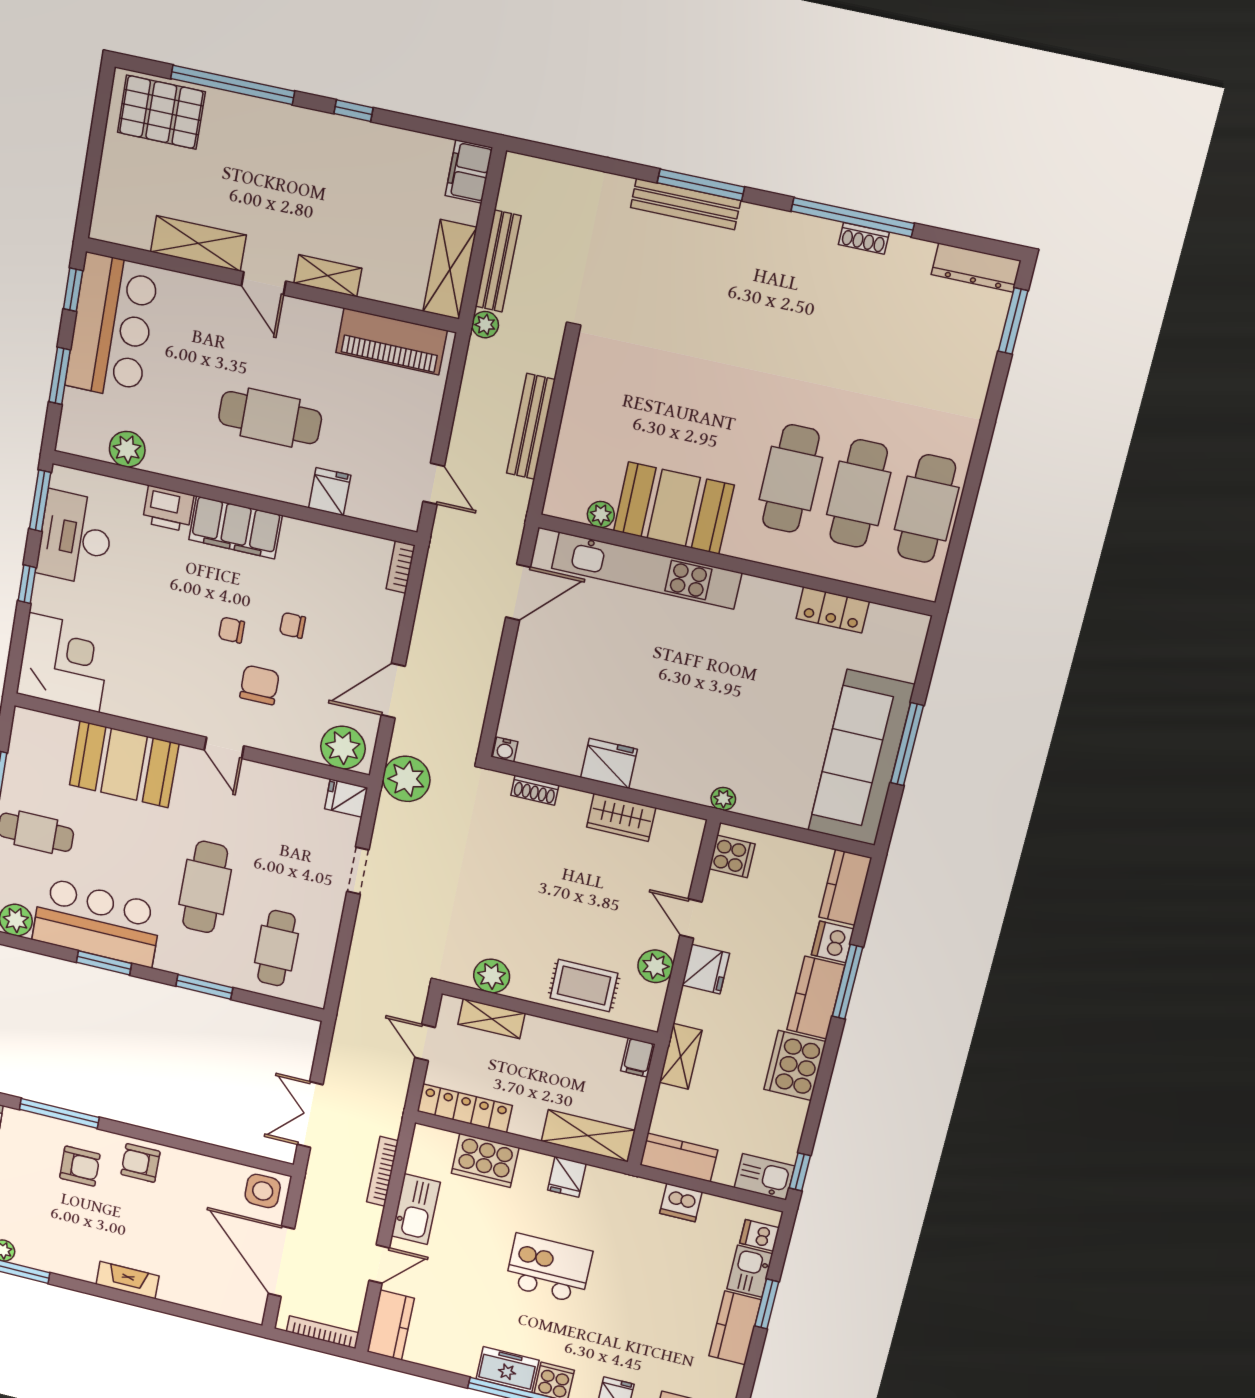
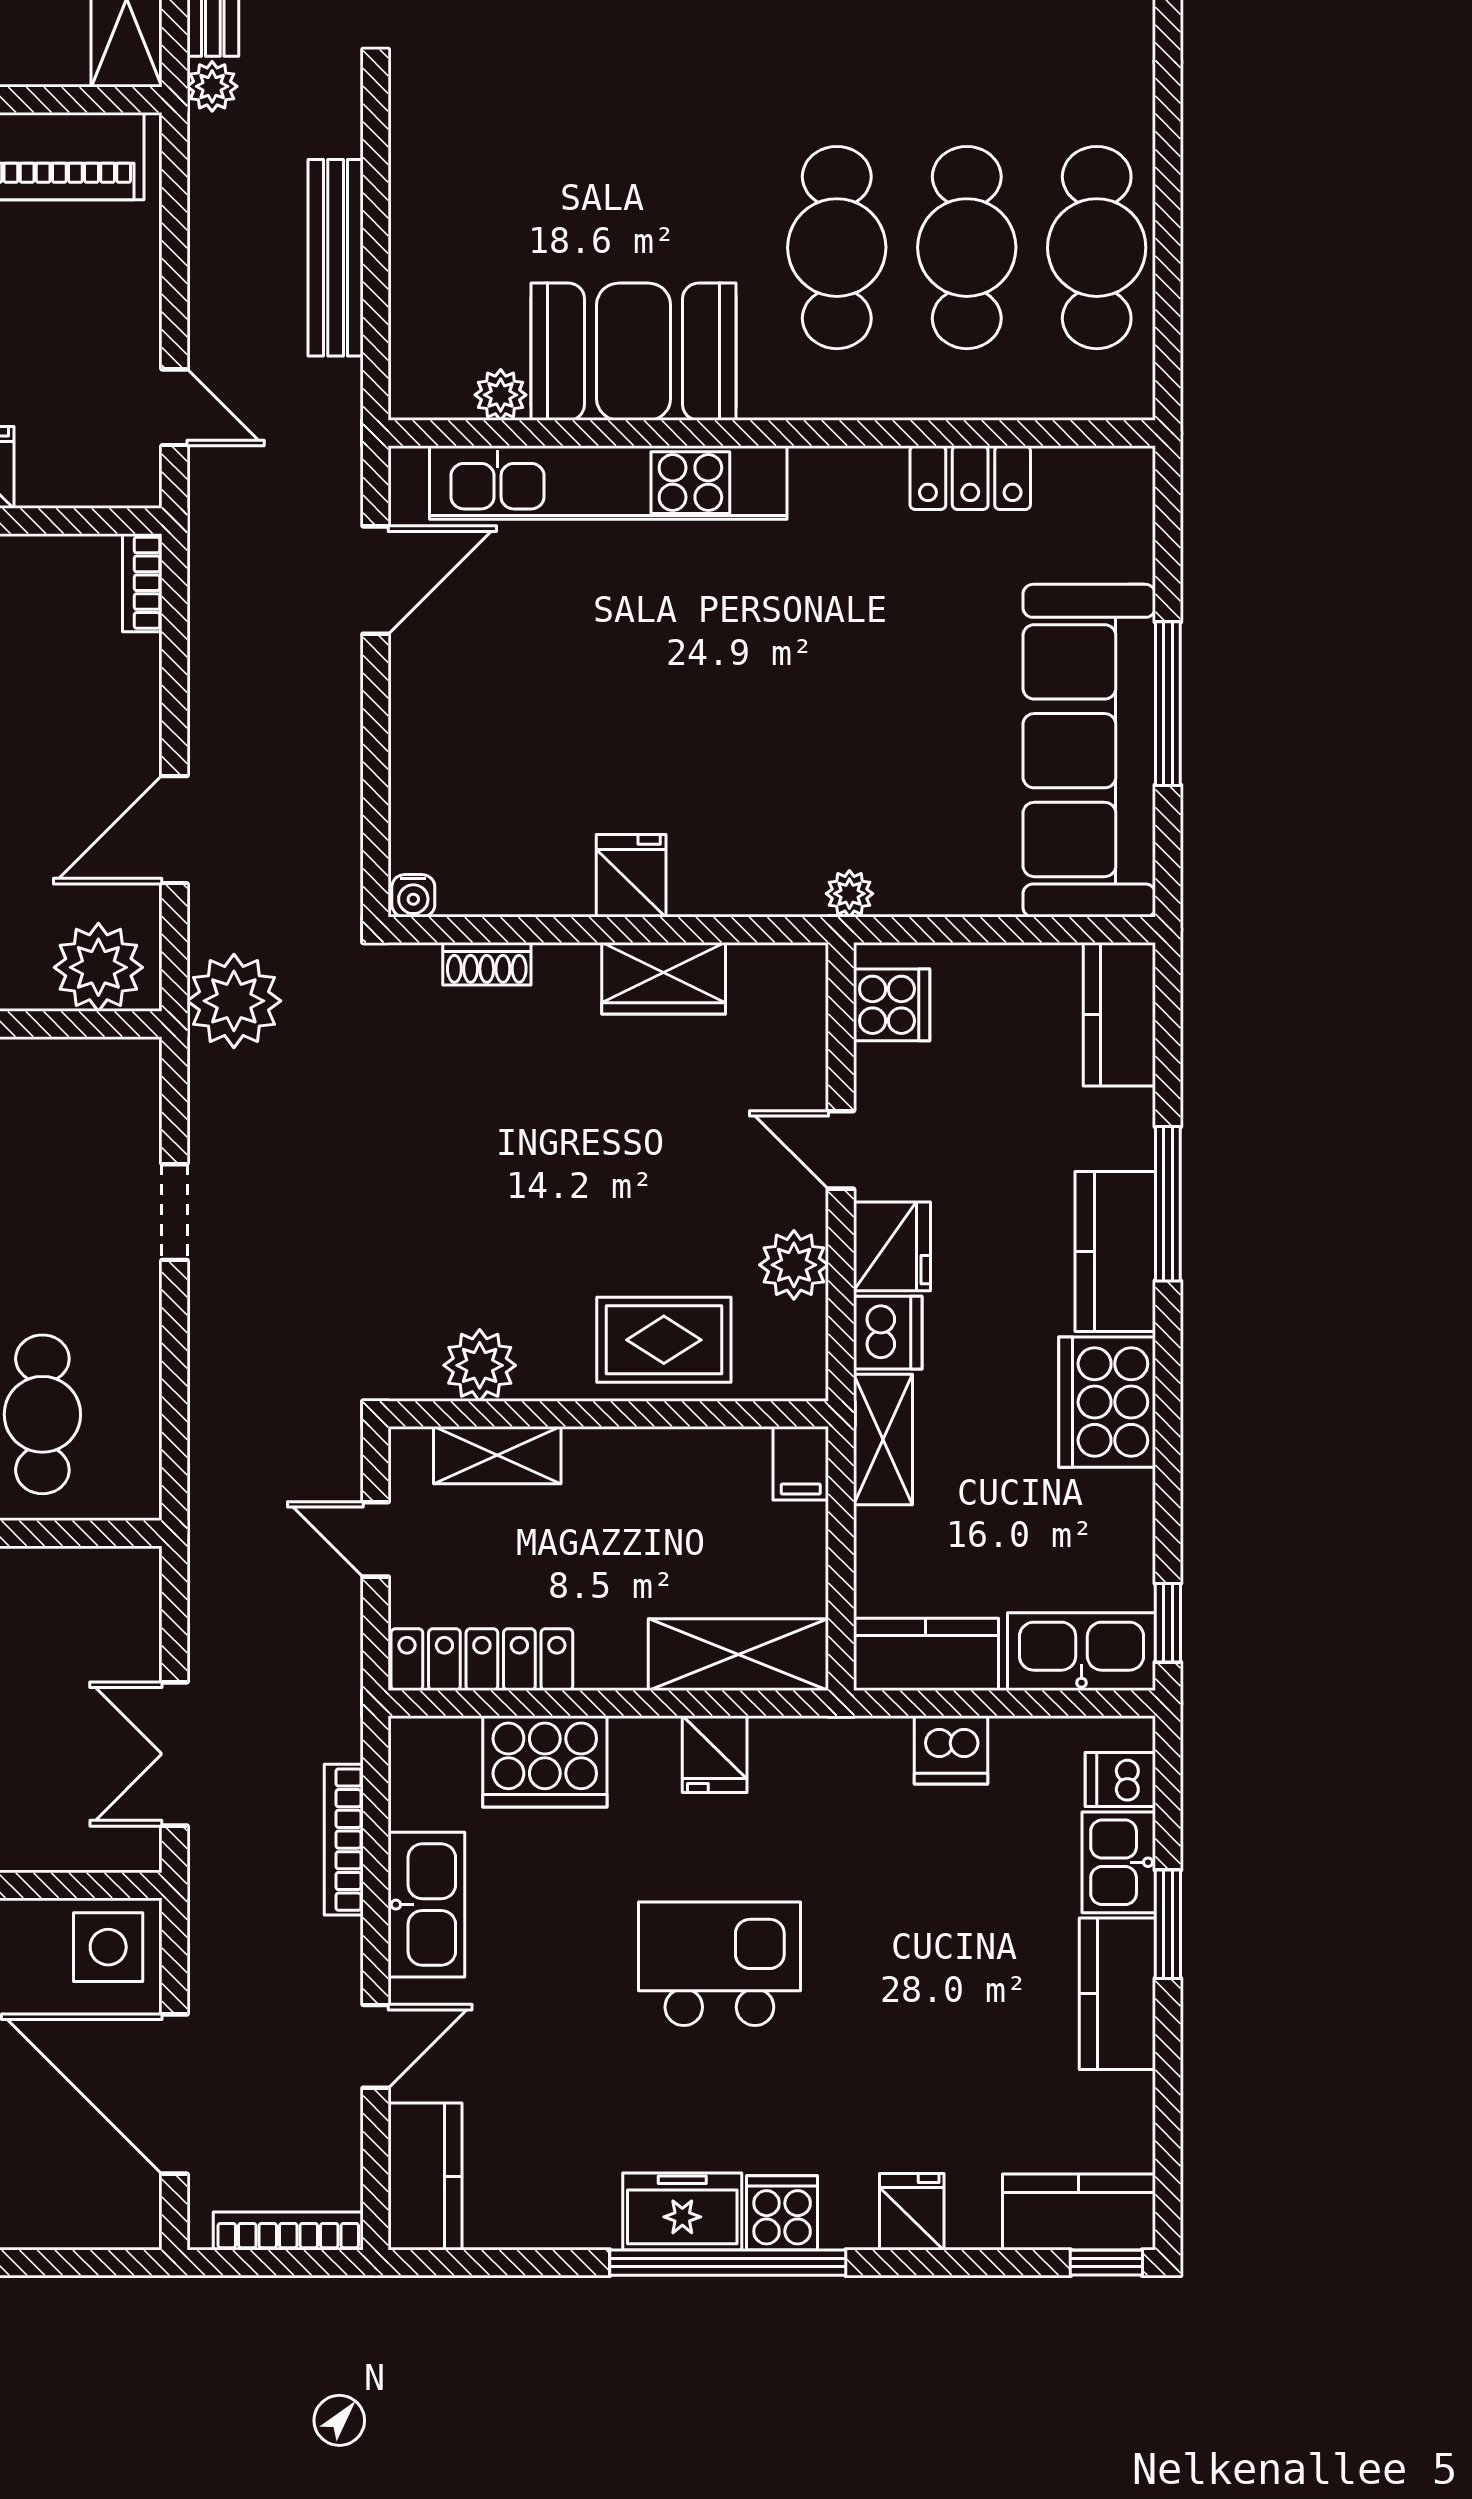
fridge: (609, 763) -> (631, 876), width x0.72
fridge: (346, 798) -> (124, 1069), removed
dishwasher: (833, 942) -> (888, 1333), moved, turned 180
kitchen sink: (764, 1177) -> (1082, 1652), width x1.38

